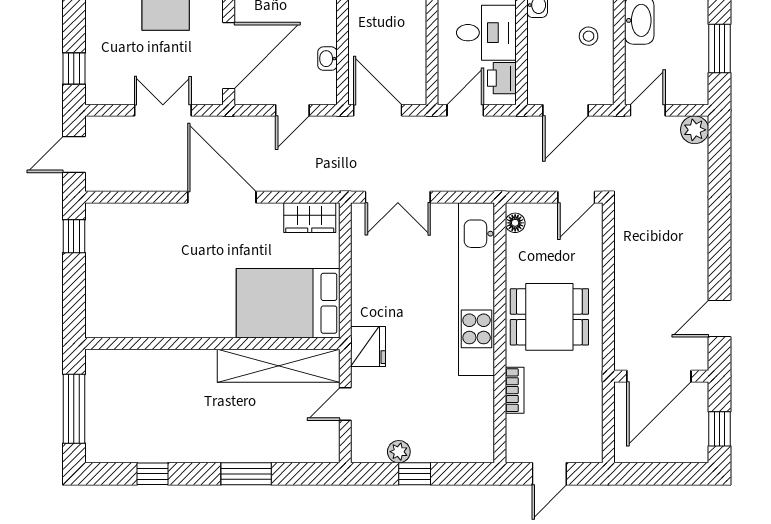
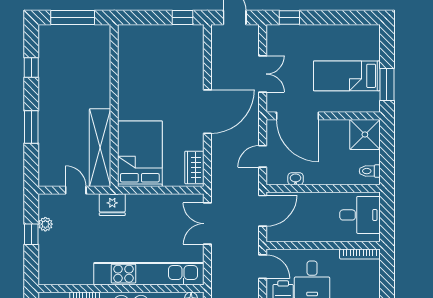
door: (292, 110) -> (263, 156), hinge flipped

